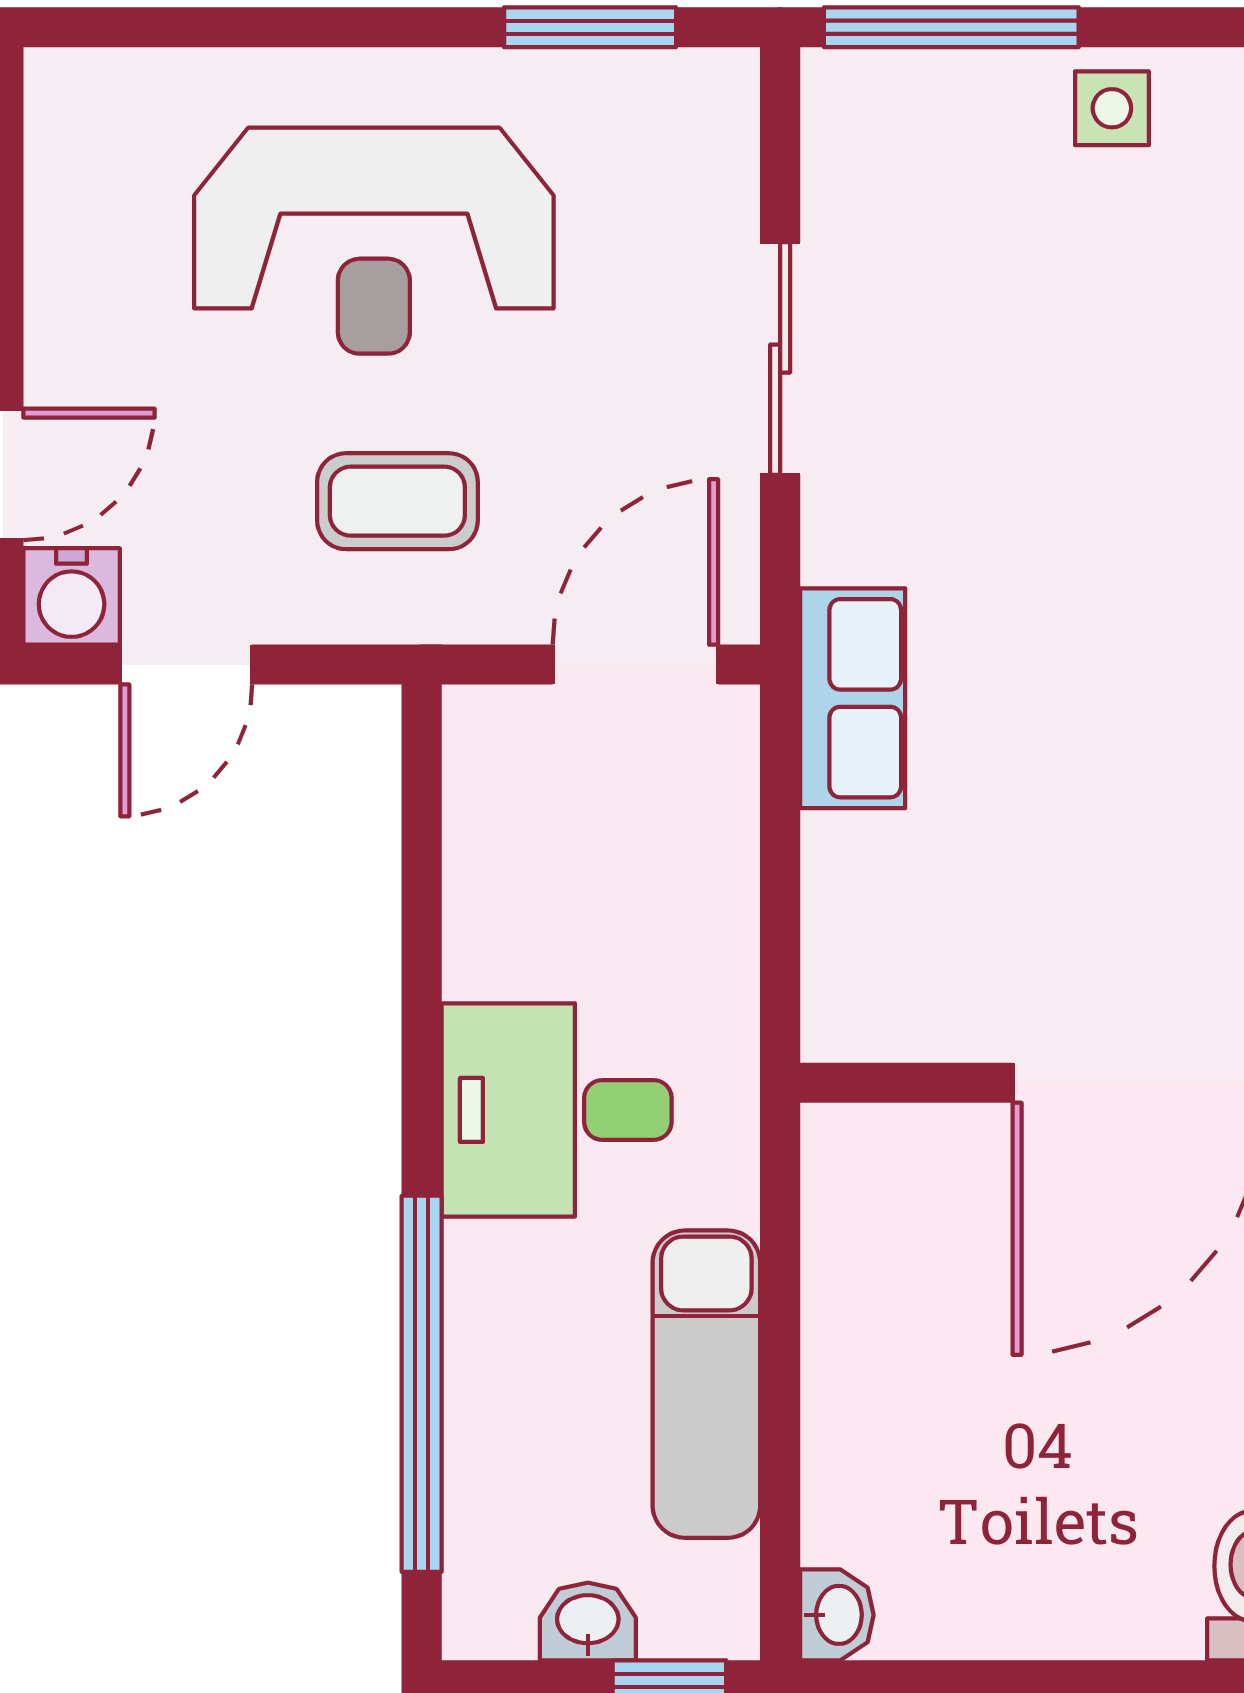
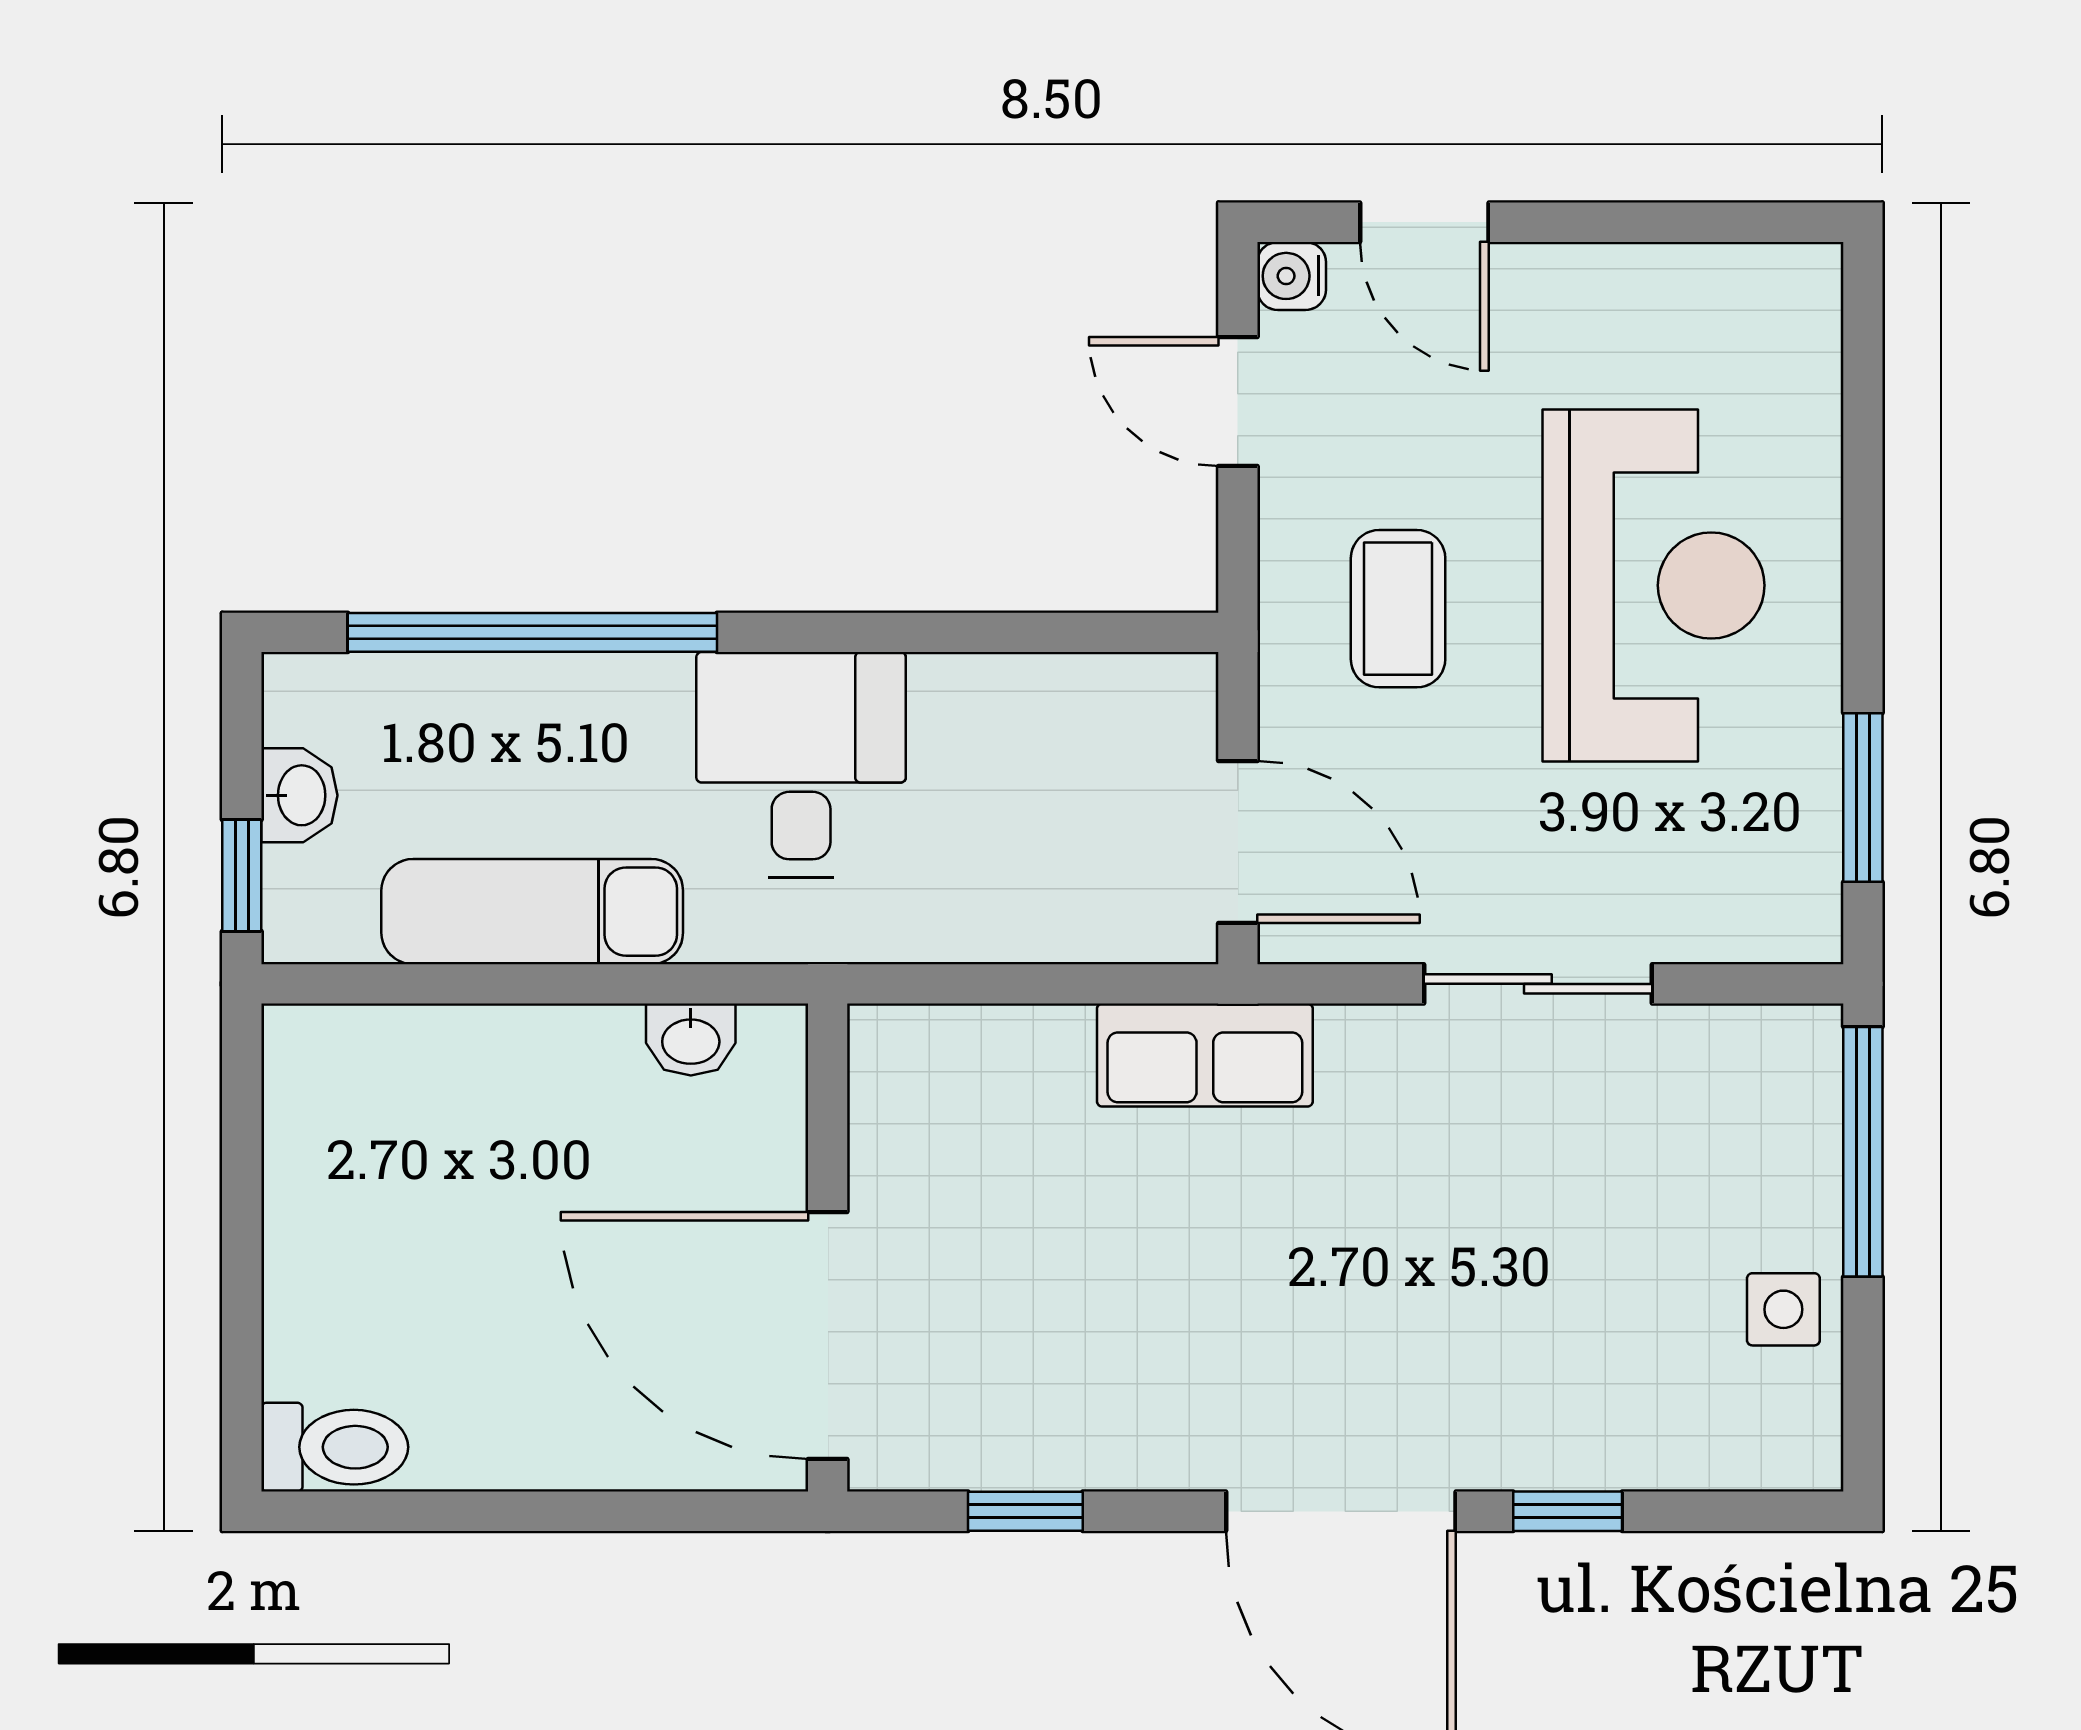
reception desk: (374, 241) -> (1654, 585), turned 180
water cooler: (72, 596) -> (1292, 276), width x0.72, depth x0.72
washbasin: (837, 1615) -> (691, 1039), moved

